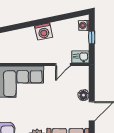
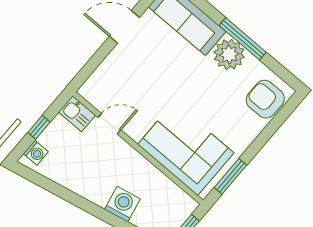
washing machine: (44, 32) -> (122, 204), moved
floor lamp: (83, 95) -> (117, 58), removed

